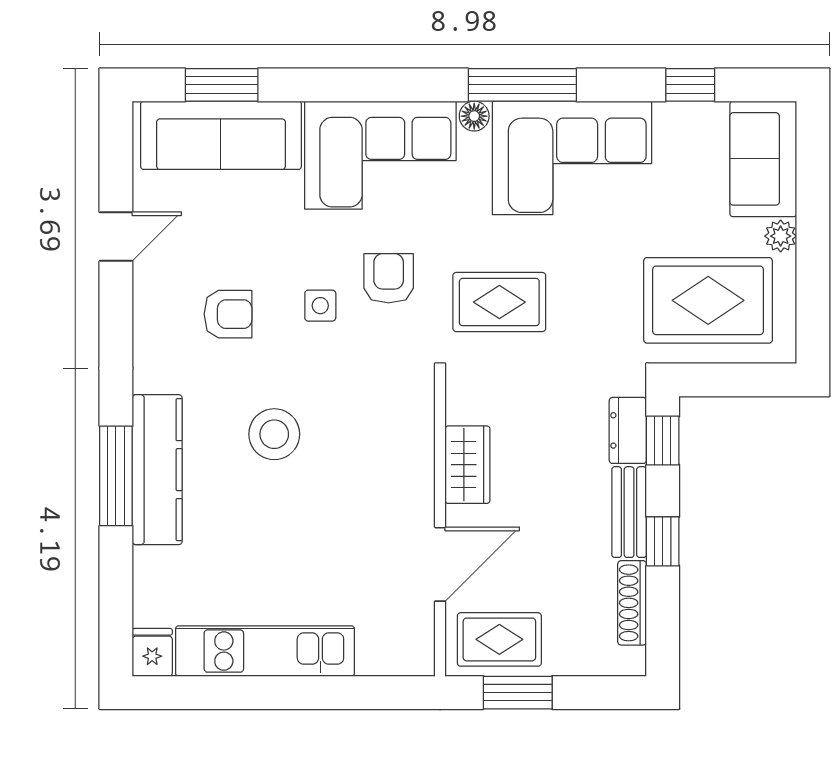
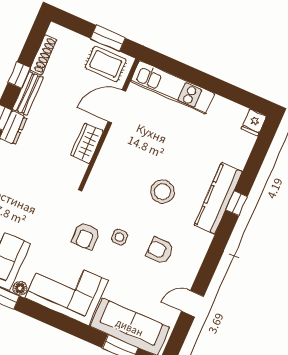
rug: (499, 302) -> (44, 206), removed
window: (116, 476) -> (237, 203), width x0.46
kitchen unit: (265, 651) -> (172, 87), moved

